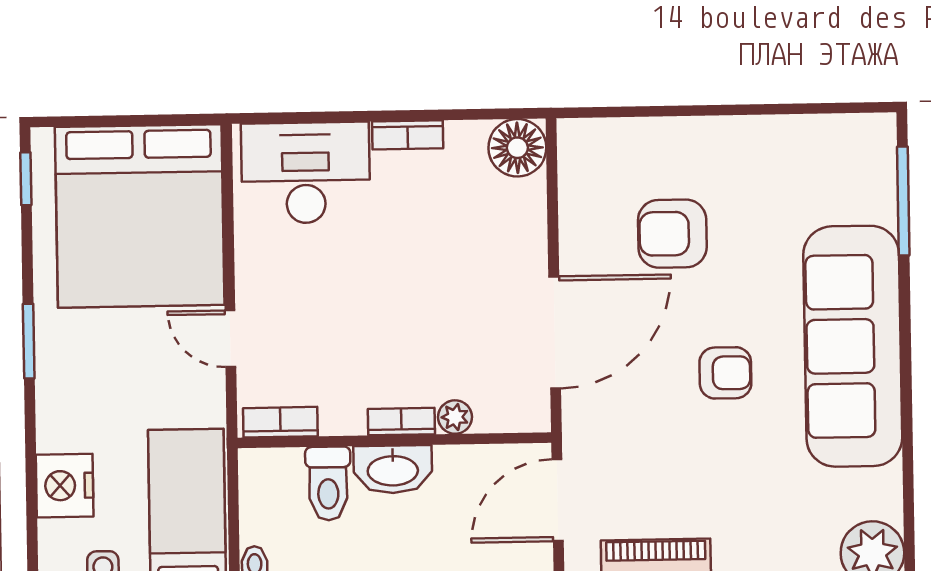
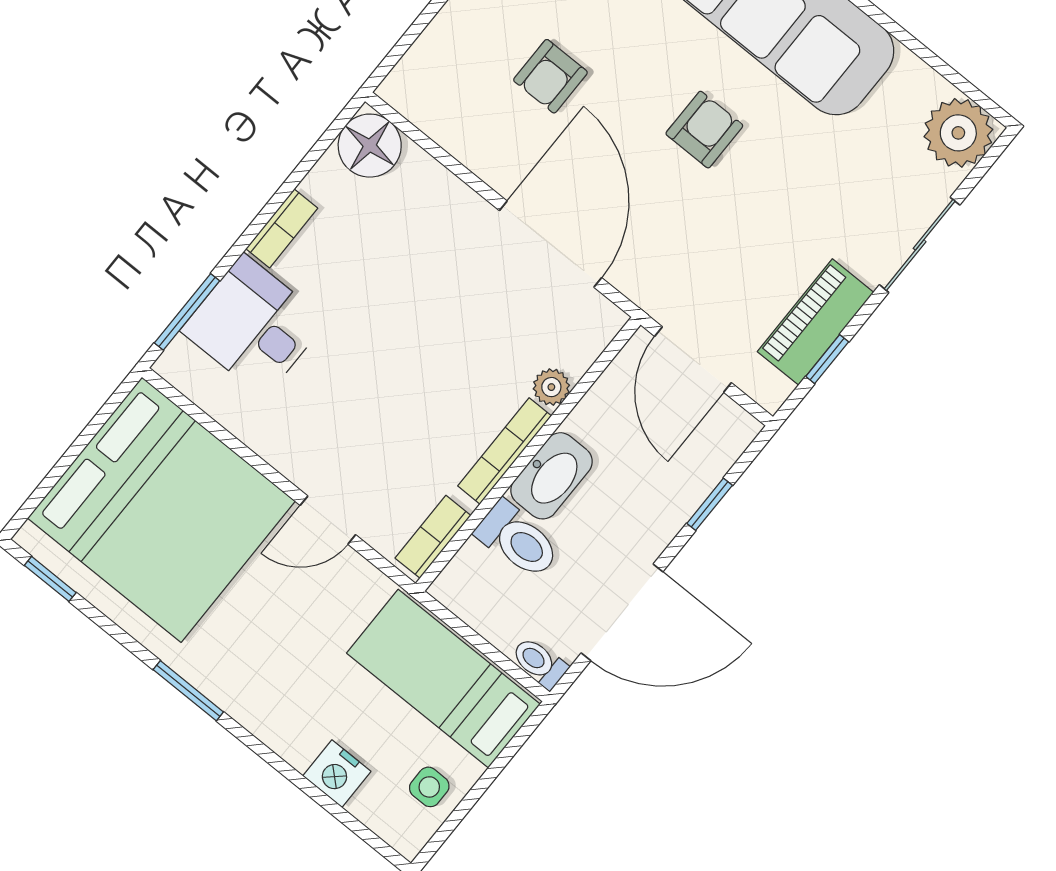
window: (293, 118) -> (187, 312), added
desk: (306, 173) -> (254, 326), width x0.73
armchair: (672, 234) -> (550, 76), width x0.72, depth x0.72
bookcase: (401, 422) -> (505, 451), width x1.56
nightstand: (65, 486) -> (337, 774), width x0.74, depth x0.75

